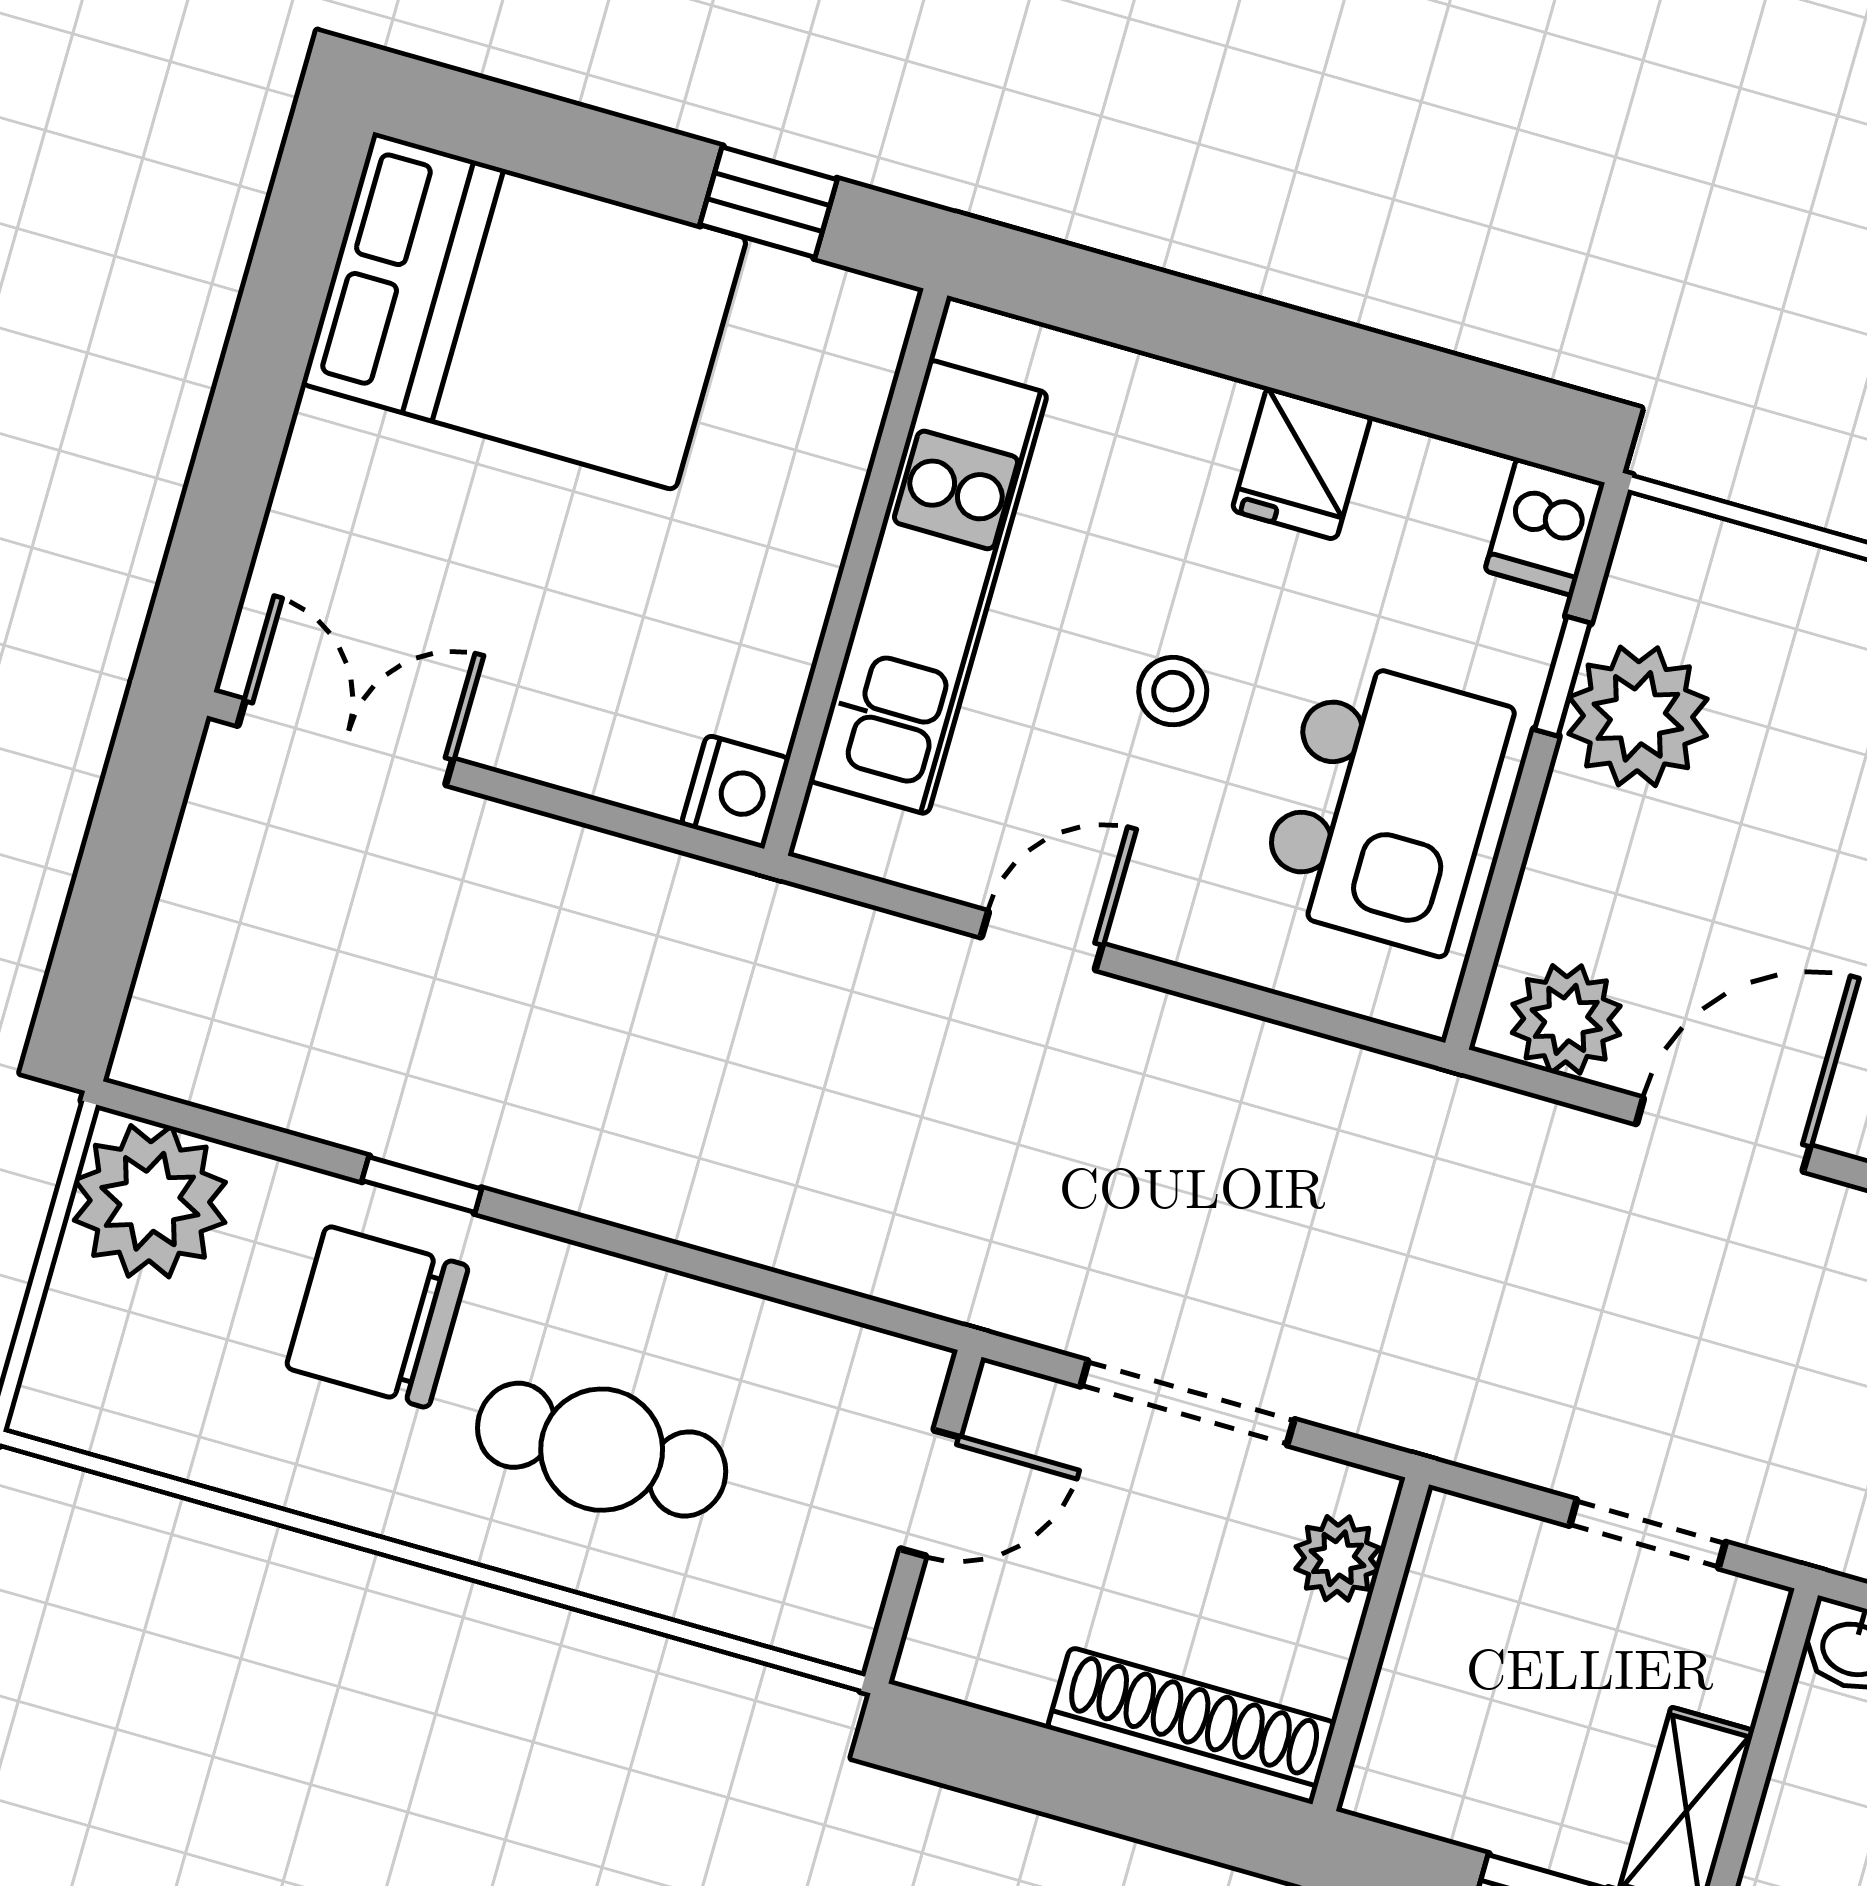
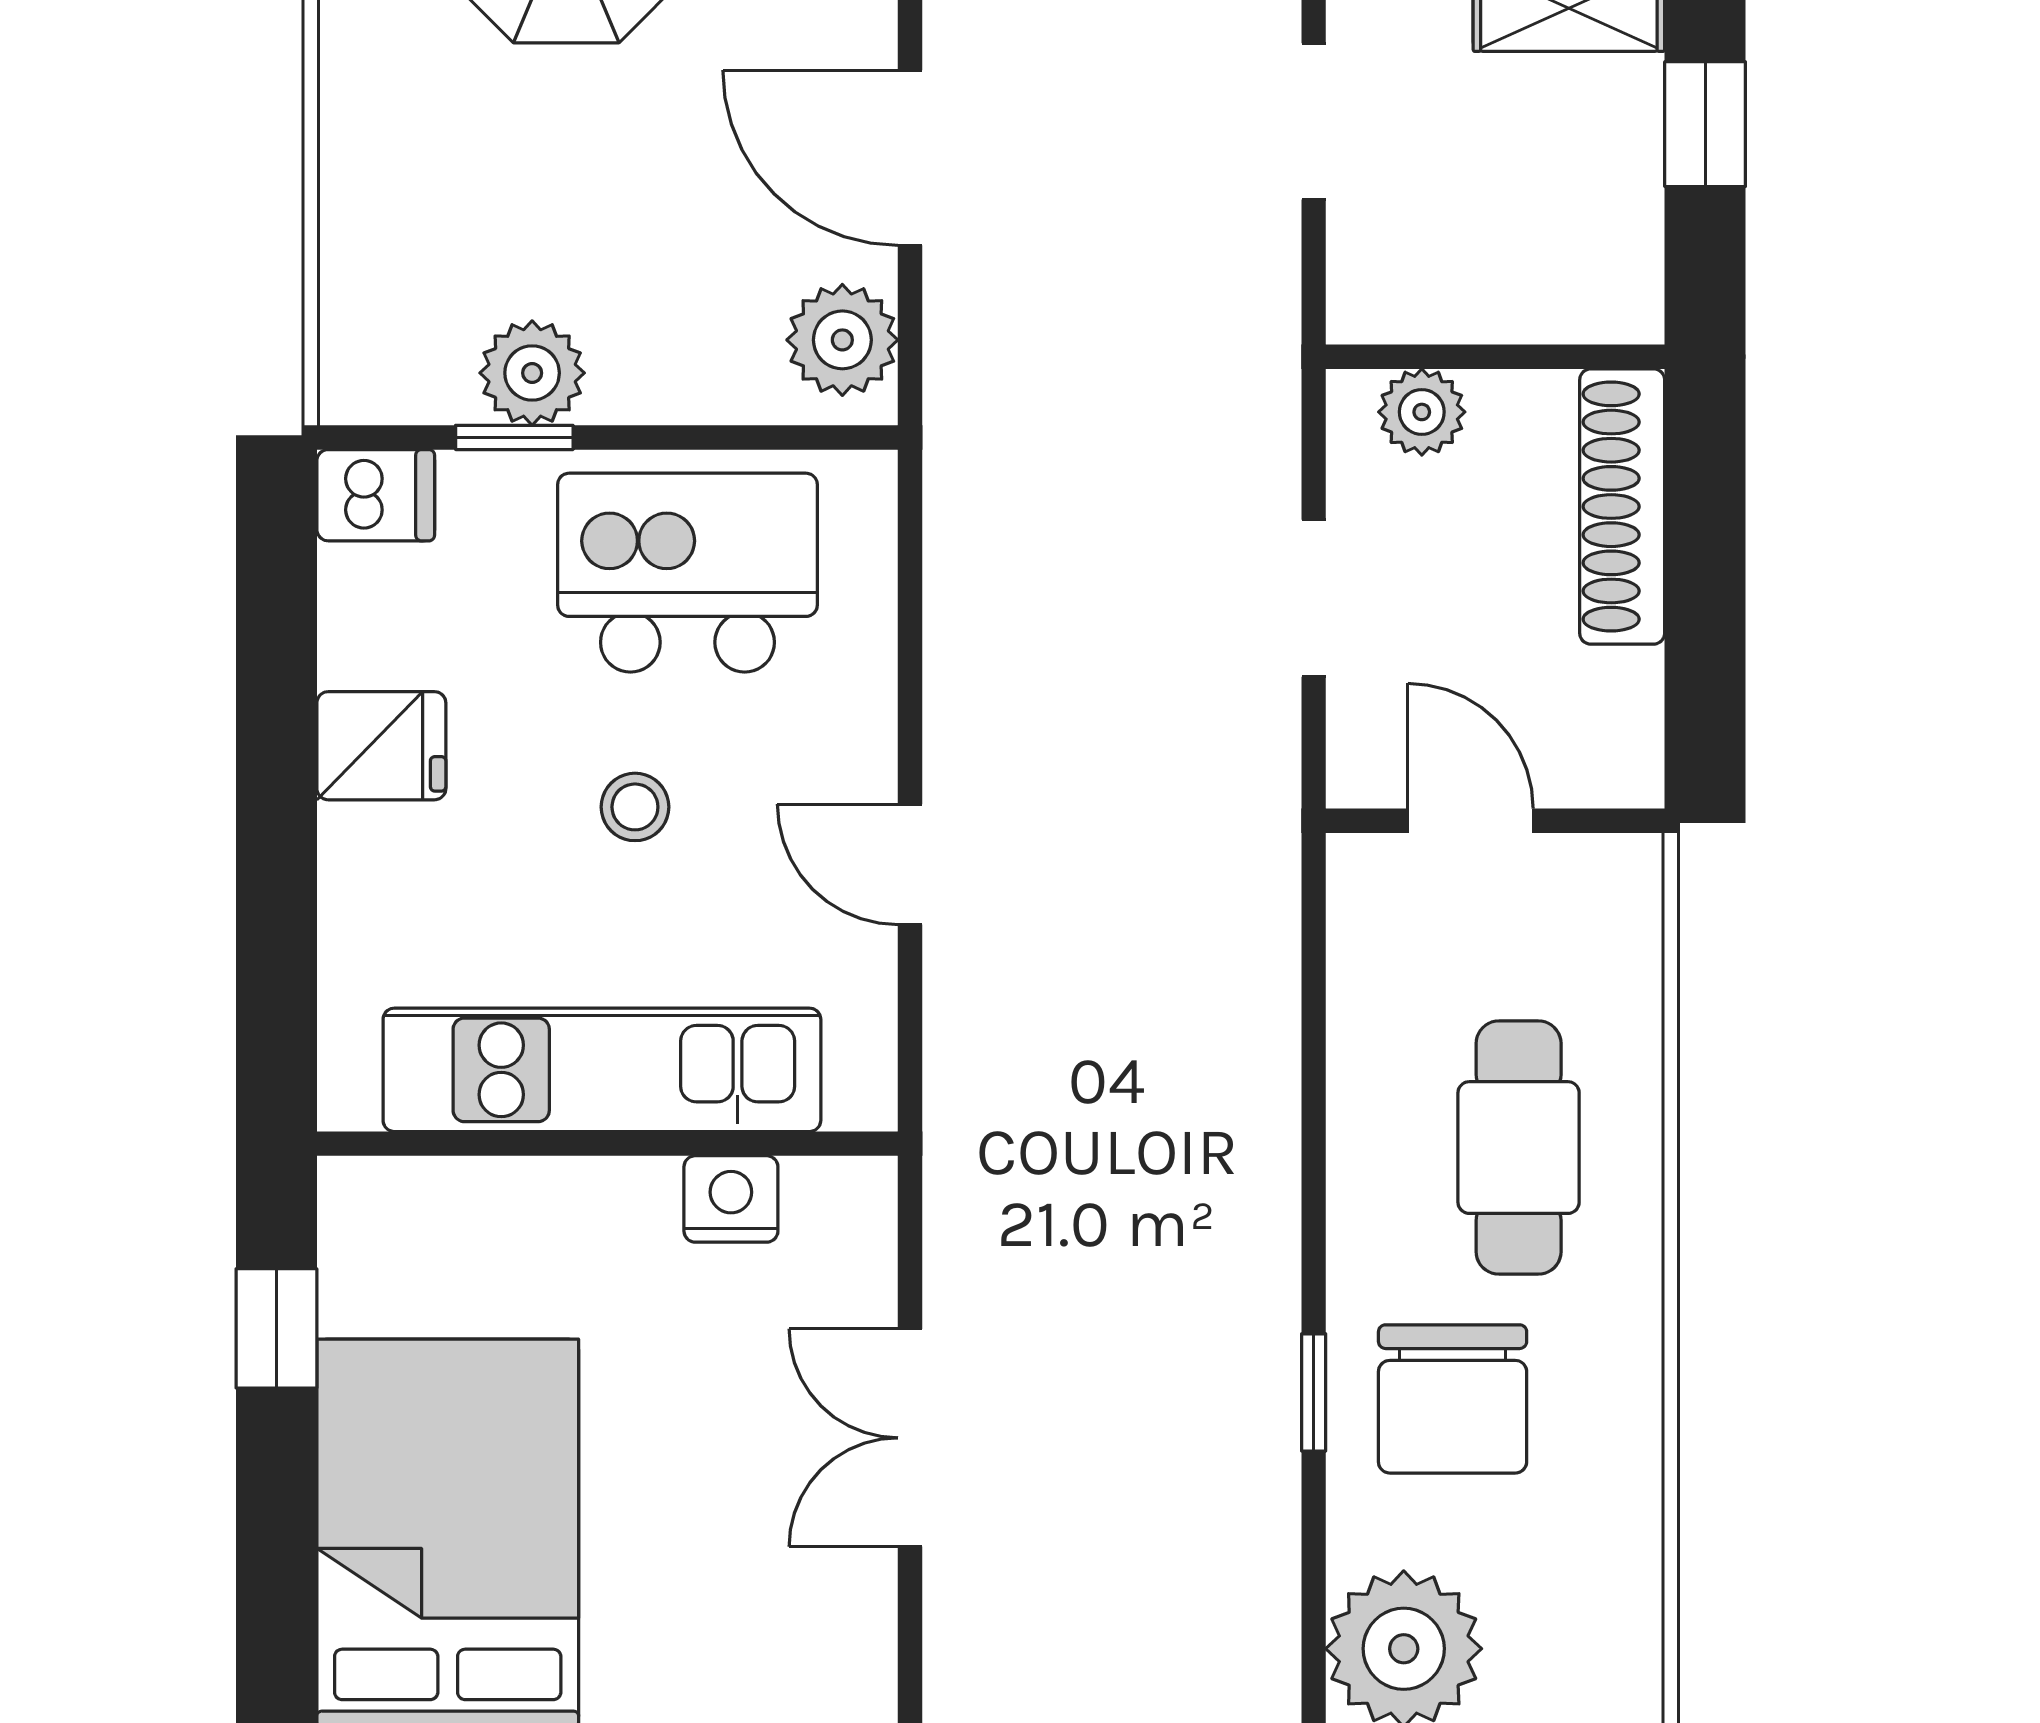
plant: (1638, 716) -> (532, 373), width x0.73, depth x0.73
double door: (346, 742) -> (910, 1438), moved
nightstand: (735, 792) -> (731, 1199), moved
doorway: (1188, 1403) -> (1314, 598), width x0.73

